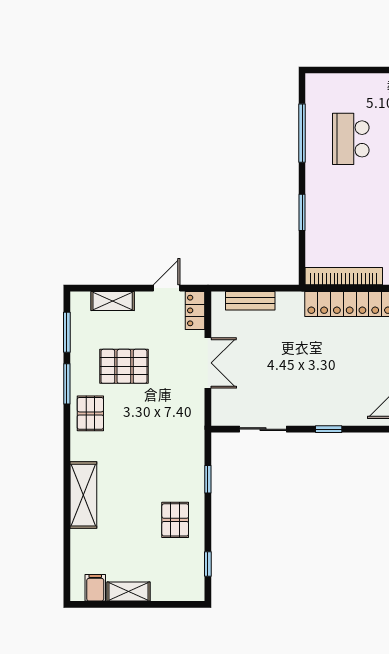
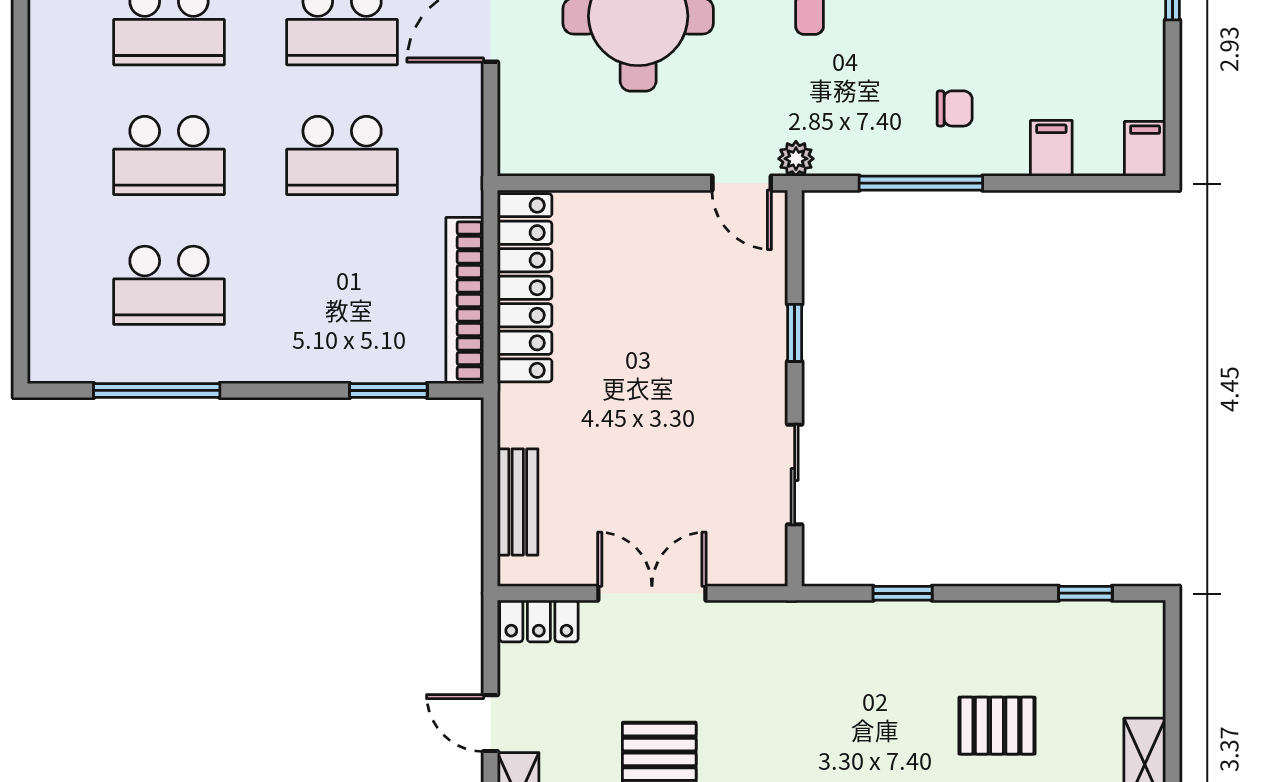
window: (302, 212) -> (388, 390), moved
door: (167, 288) -> (491, 723), moved
pallet: (175, 520) -> (997, 726), moved

